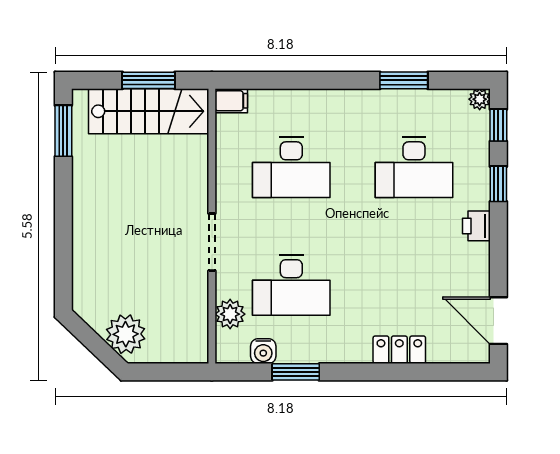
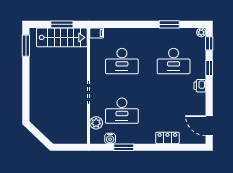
plant: (126, 334) -> (52, 131), removed

